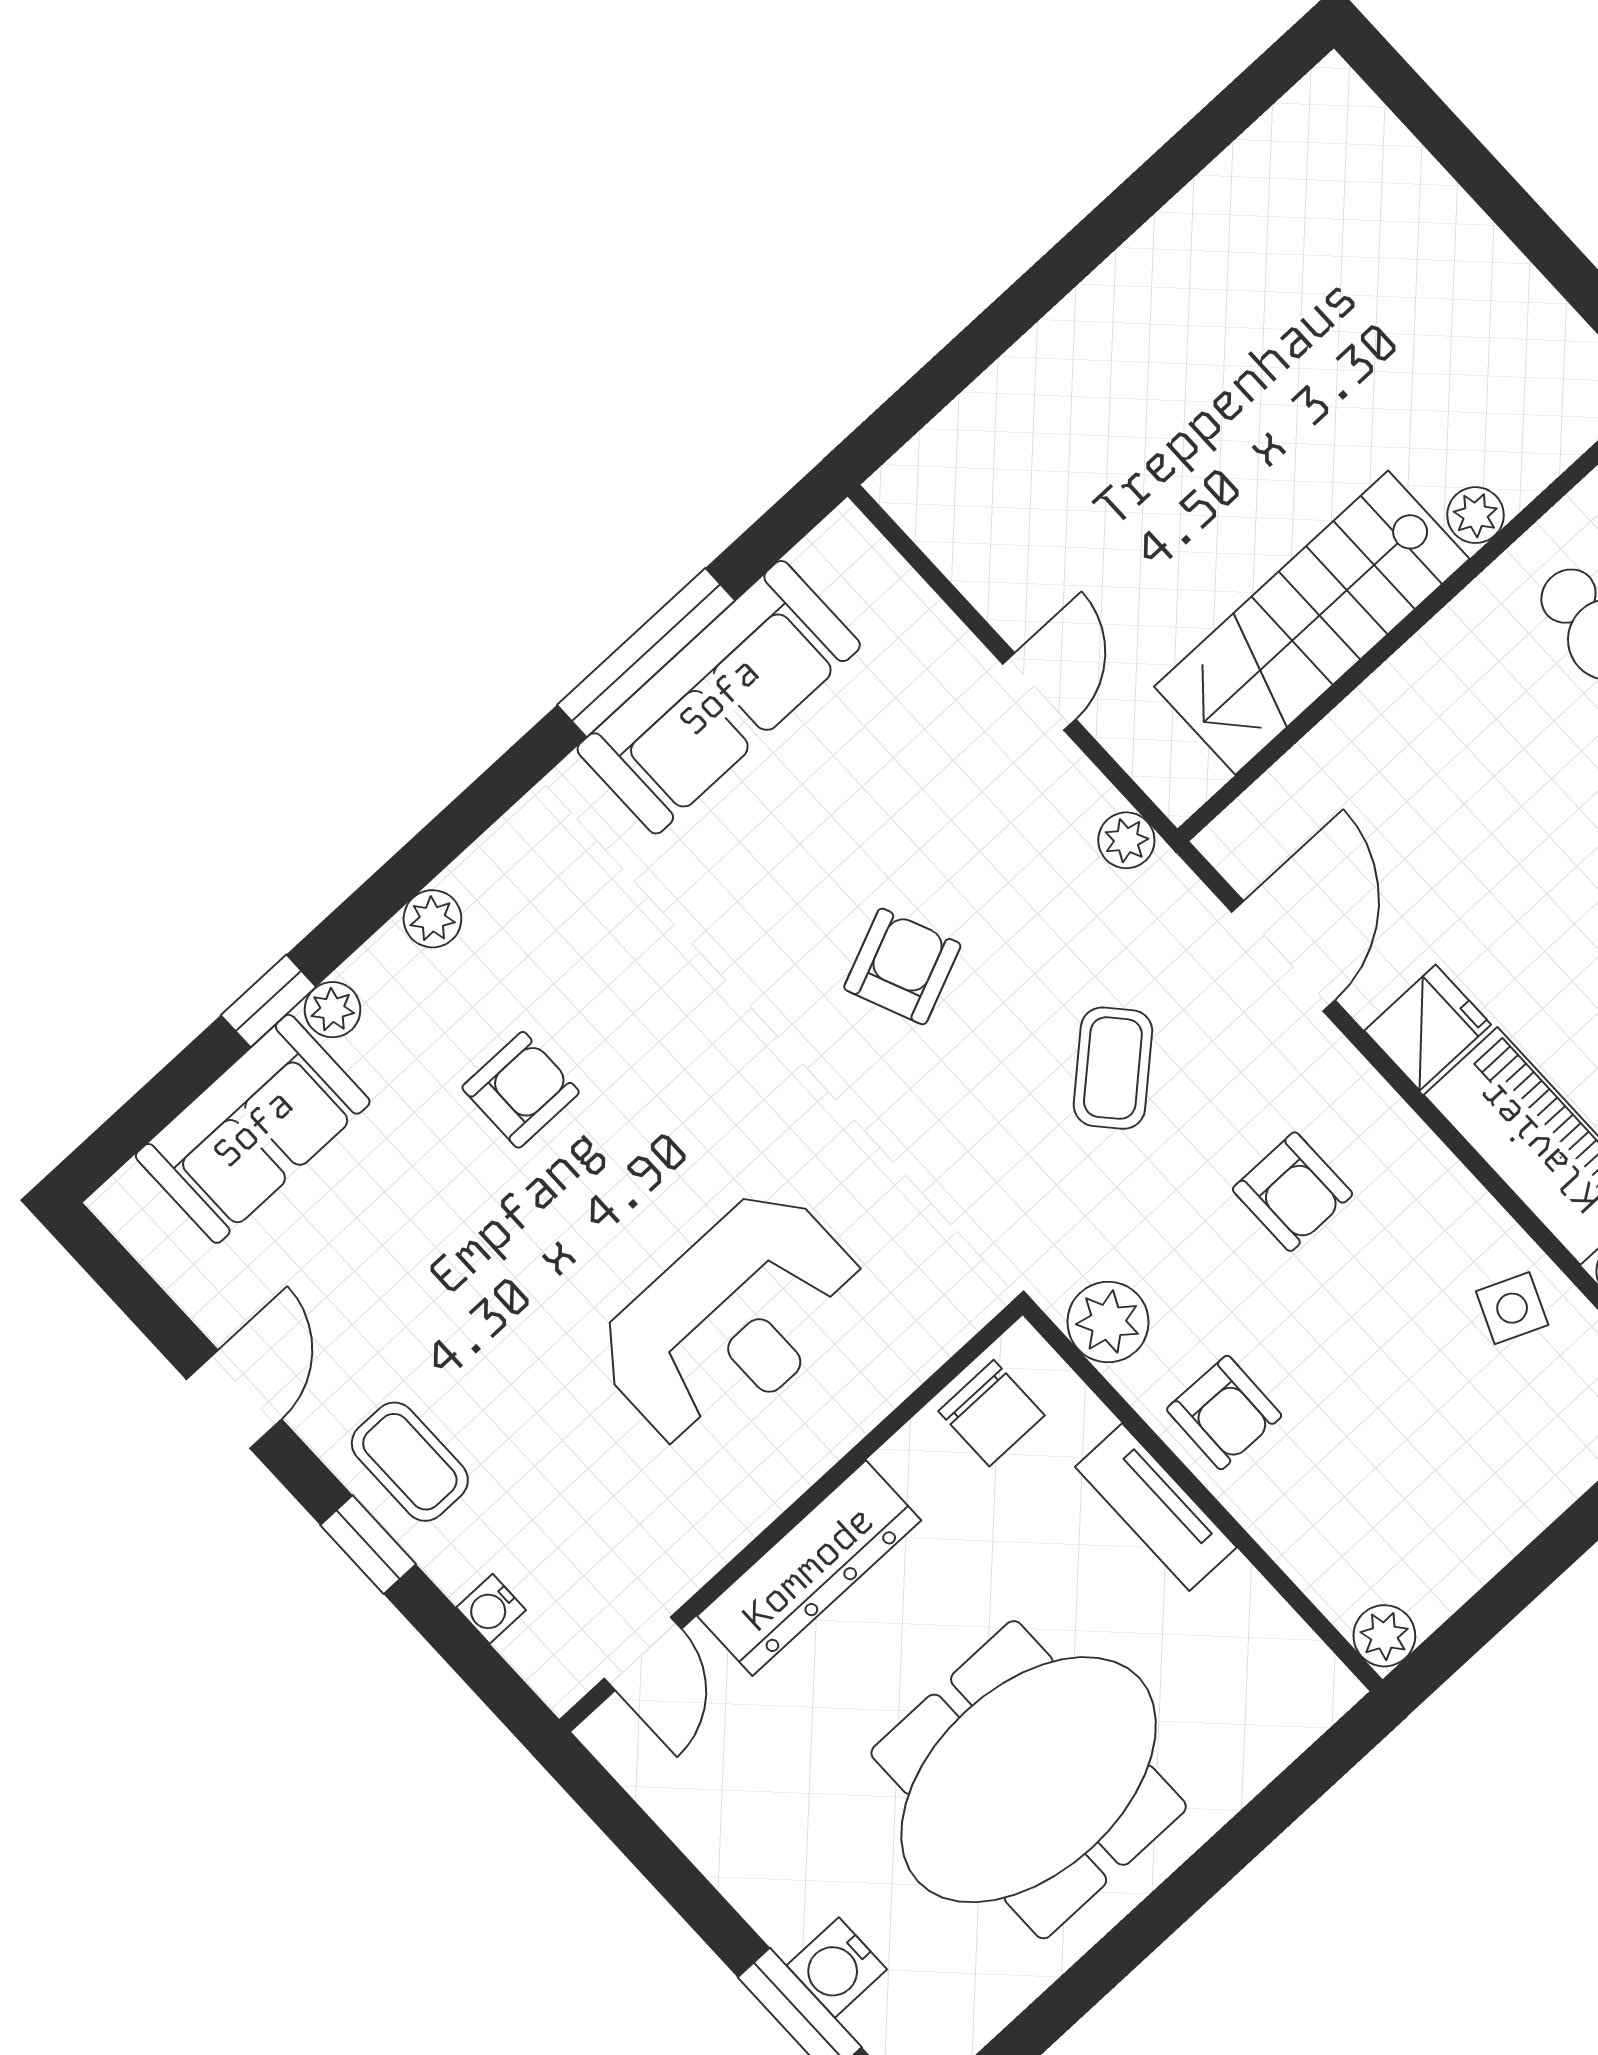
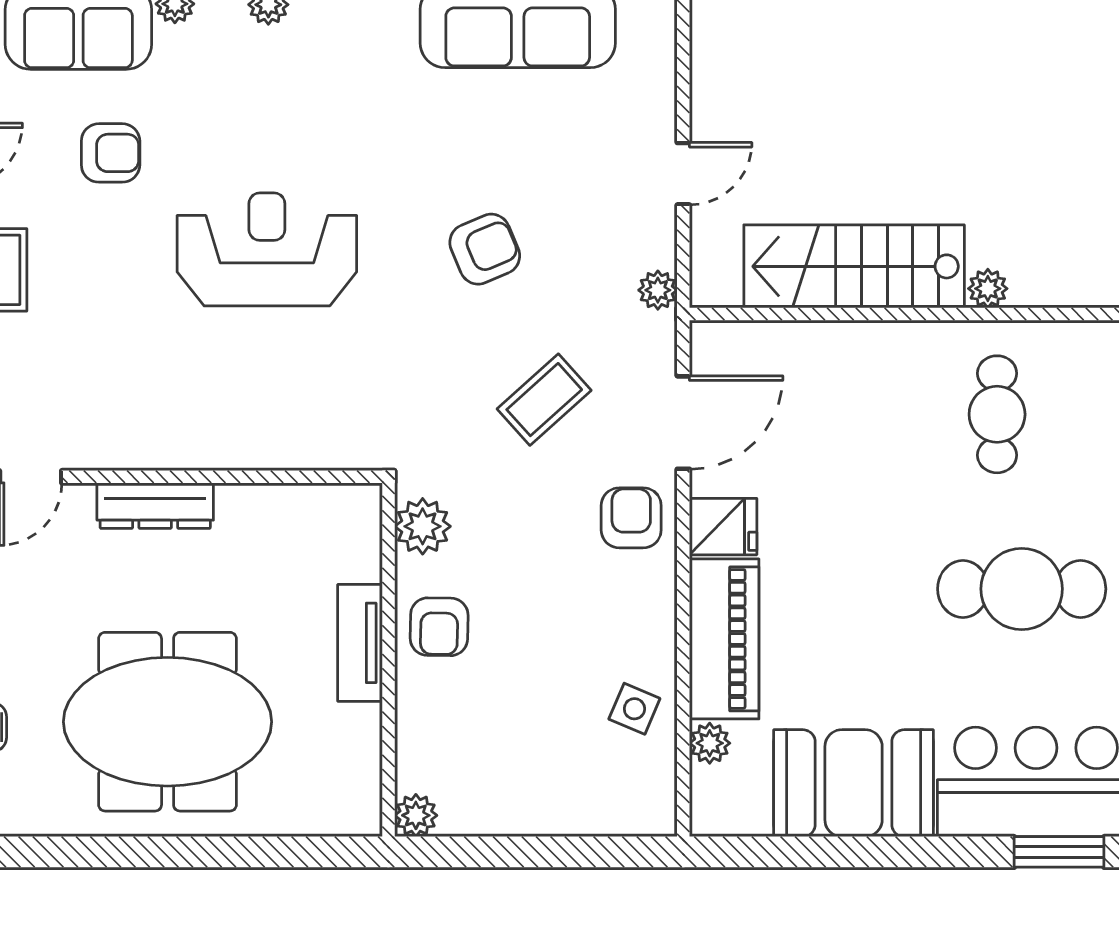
armchair: (521, 1090) -> (111, 153), moved
armchair: (1293, 1192) -> (631, 518), moved, turned 180
reception desk: (732, 1321) -> (267, 249), moved, turned 180
chair: (991, 1413) -> (321, 518), removed
dresser: (809, 1568) -> (155, 506), width x0.73, depth x0.80

